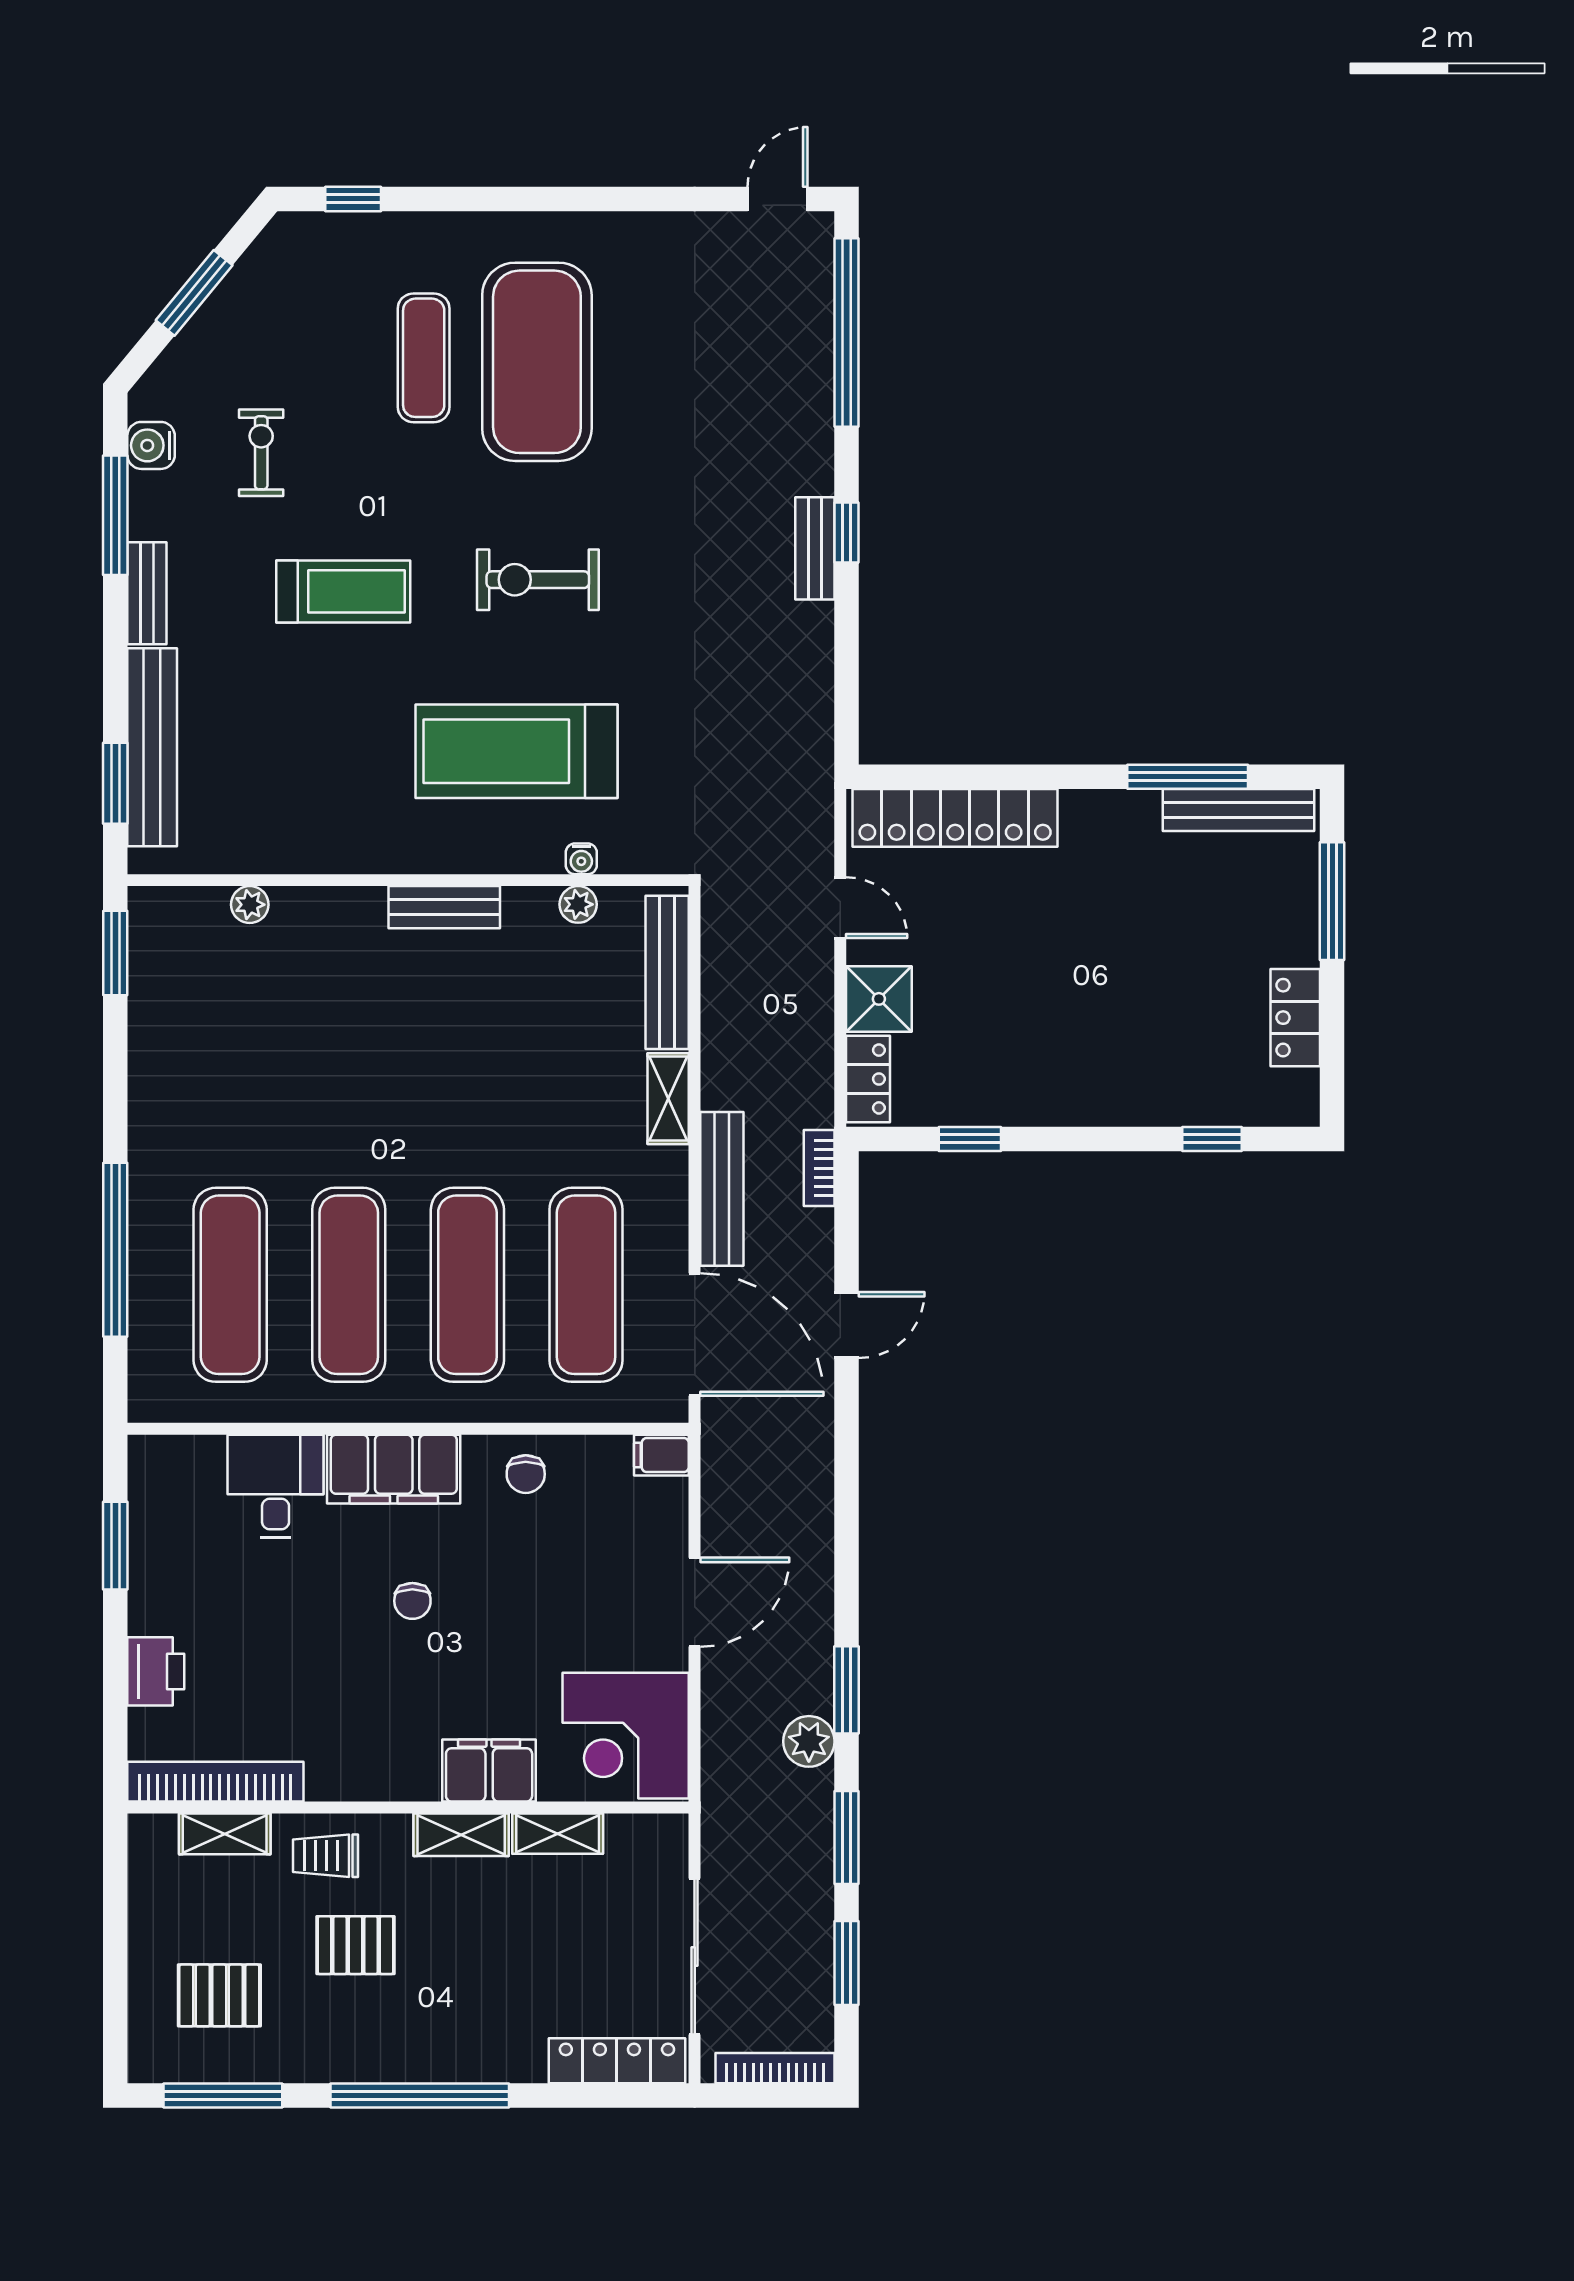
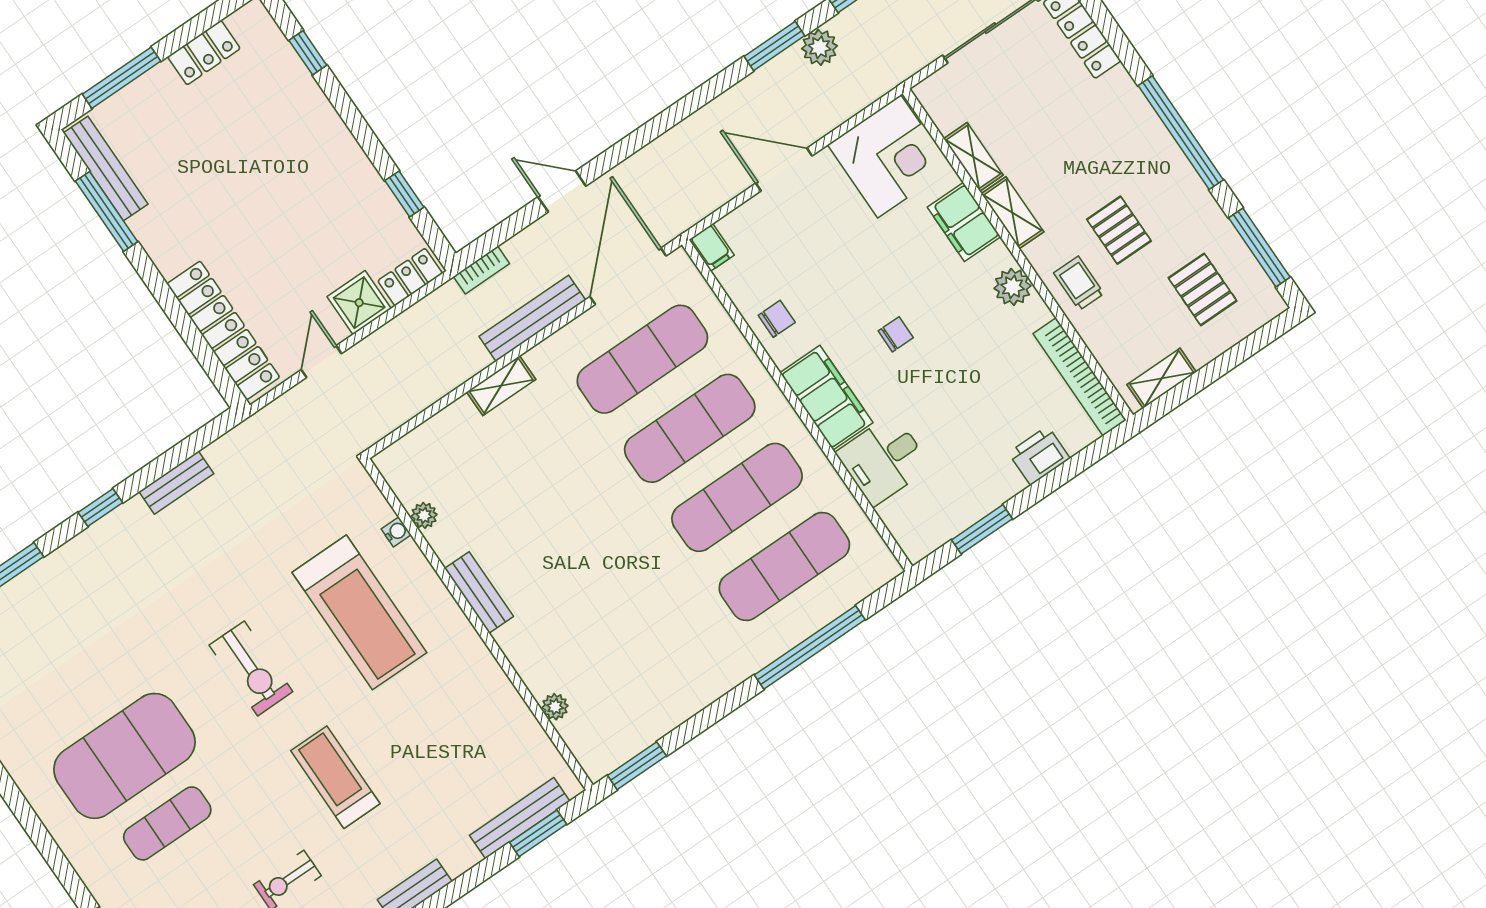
bench: (815, 548) -> (176, 483), moved
bench: (152, 747) -> (520, 818), width x0.73, depth x0.82
bench: (667, 972) -> (428, 436), removed
plant: (374, 1775) -> (1013, 287), added
shelving: (225, 1834) -> (1162, 378), moved, turned 90
trolley: (325, 1856) -> (1079, 283), turned 180

